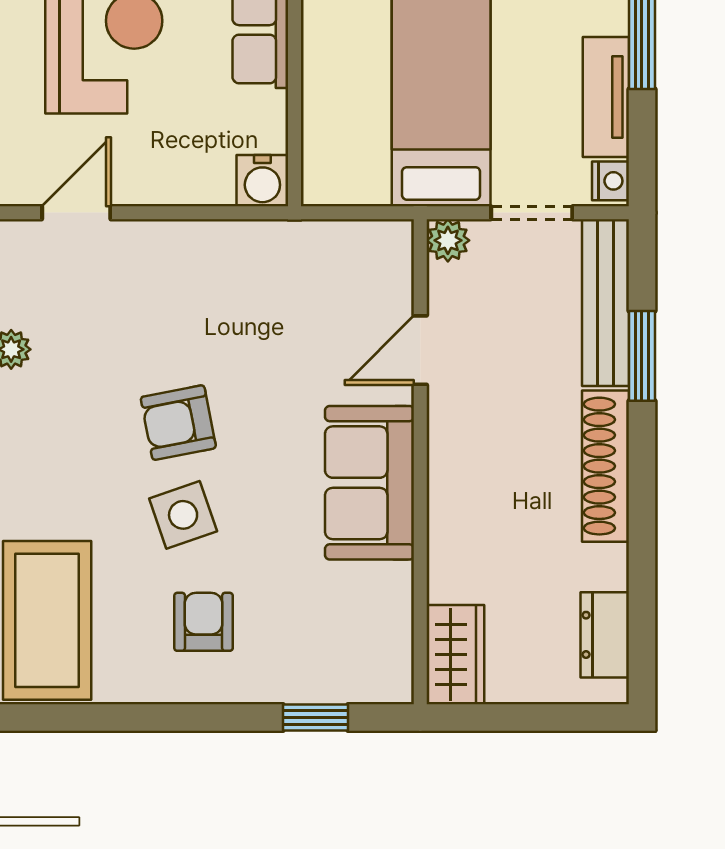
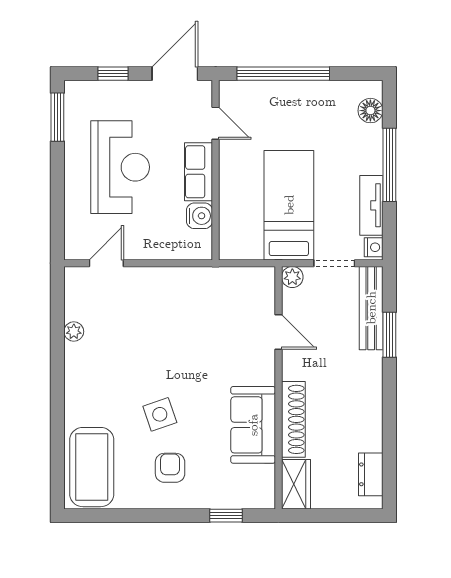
water cooler: (262, 181) -> (199, 216), moved, turned -90
door: (420, 350) -> (278, 332), swing flipped
armchair: (178, 423) -> (157, 368), removed
shoe rack: (605, 466) -> (293, 419), moved, turned 180
sofa: (370, 483) -> (253, 425), moved

